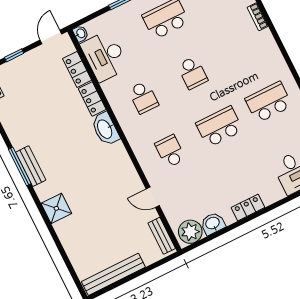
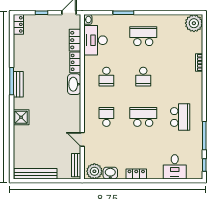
school desk: (269, 102) -> (180, 117), turned 90

